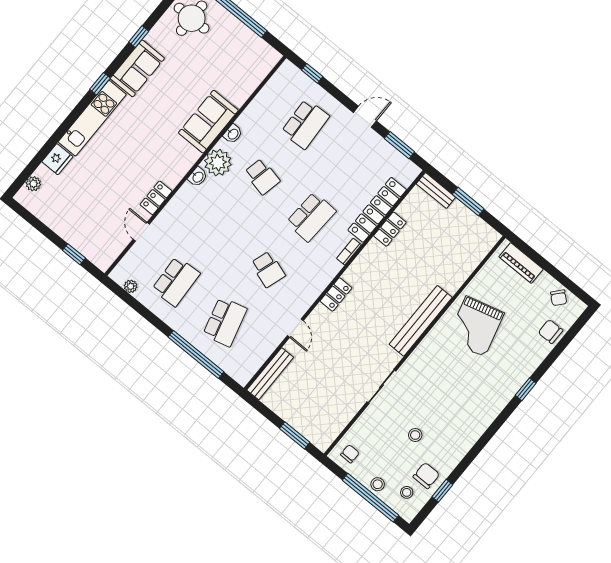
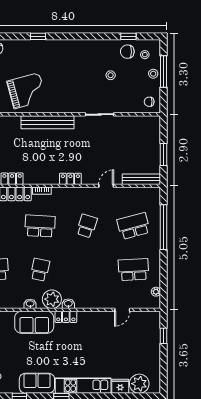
plant: (33, 184) -> (139, 384), width x1.88, depth x1.88
locker: (156, 198) -> (66, 317), moved
window: (295, 435) -> (164, 154), moved
window: (370, 498) -> (164, 72), width x0.68

